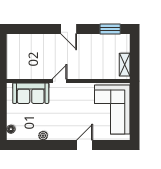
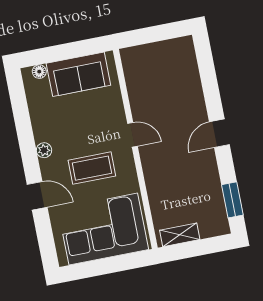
sofa: (31, 93) -> (78, 74), moved, turned -90
coffee table: (75, 109) -> (92, 168), added
plant: (43, 136) -> (44, 150), moved

